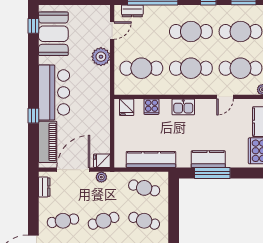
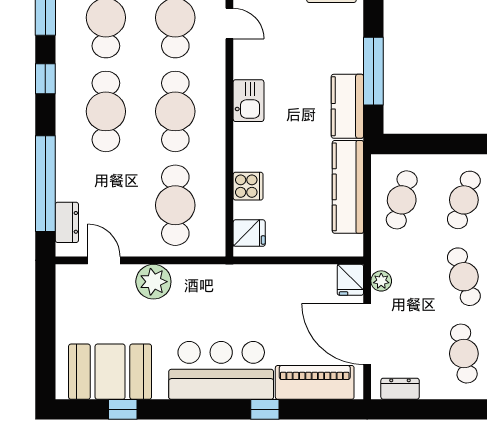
window: (33, 26) -> (123, 409), moved
door: (225, 97) -> (229, 24), moved
kitchen sink: (183, 107) -> (248, 101), moved
kitchen counter: (208, 159) -> (347, 106), moved

